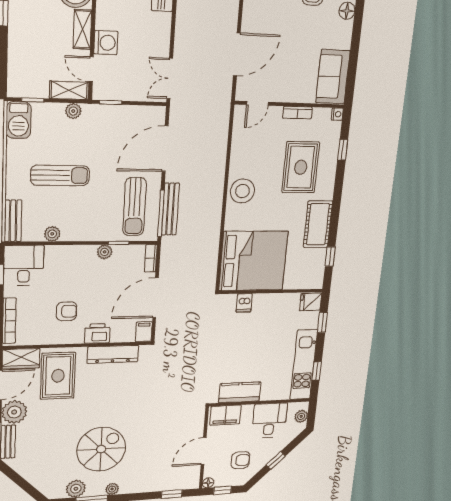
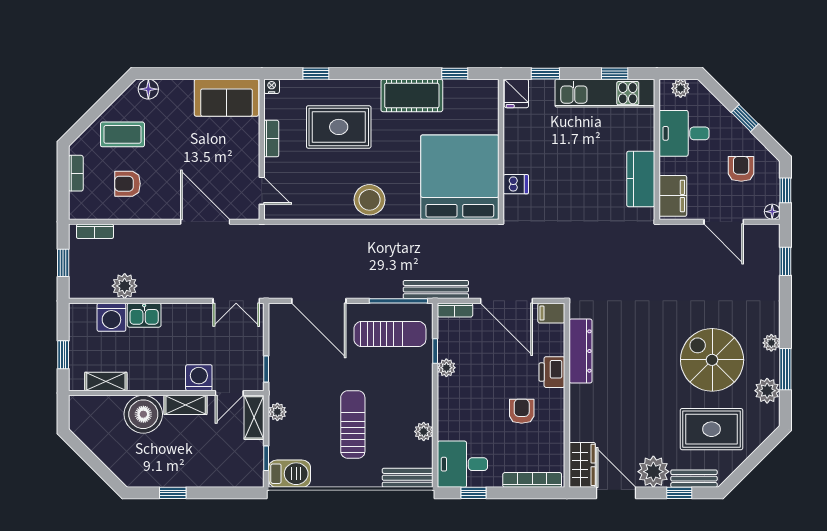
bench: (170, 209) -> (436, 290), moved
rug: (58, 376) -> (711, 429), moved

